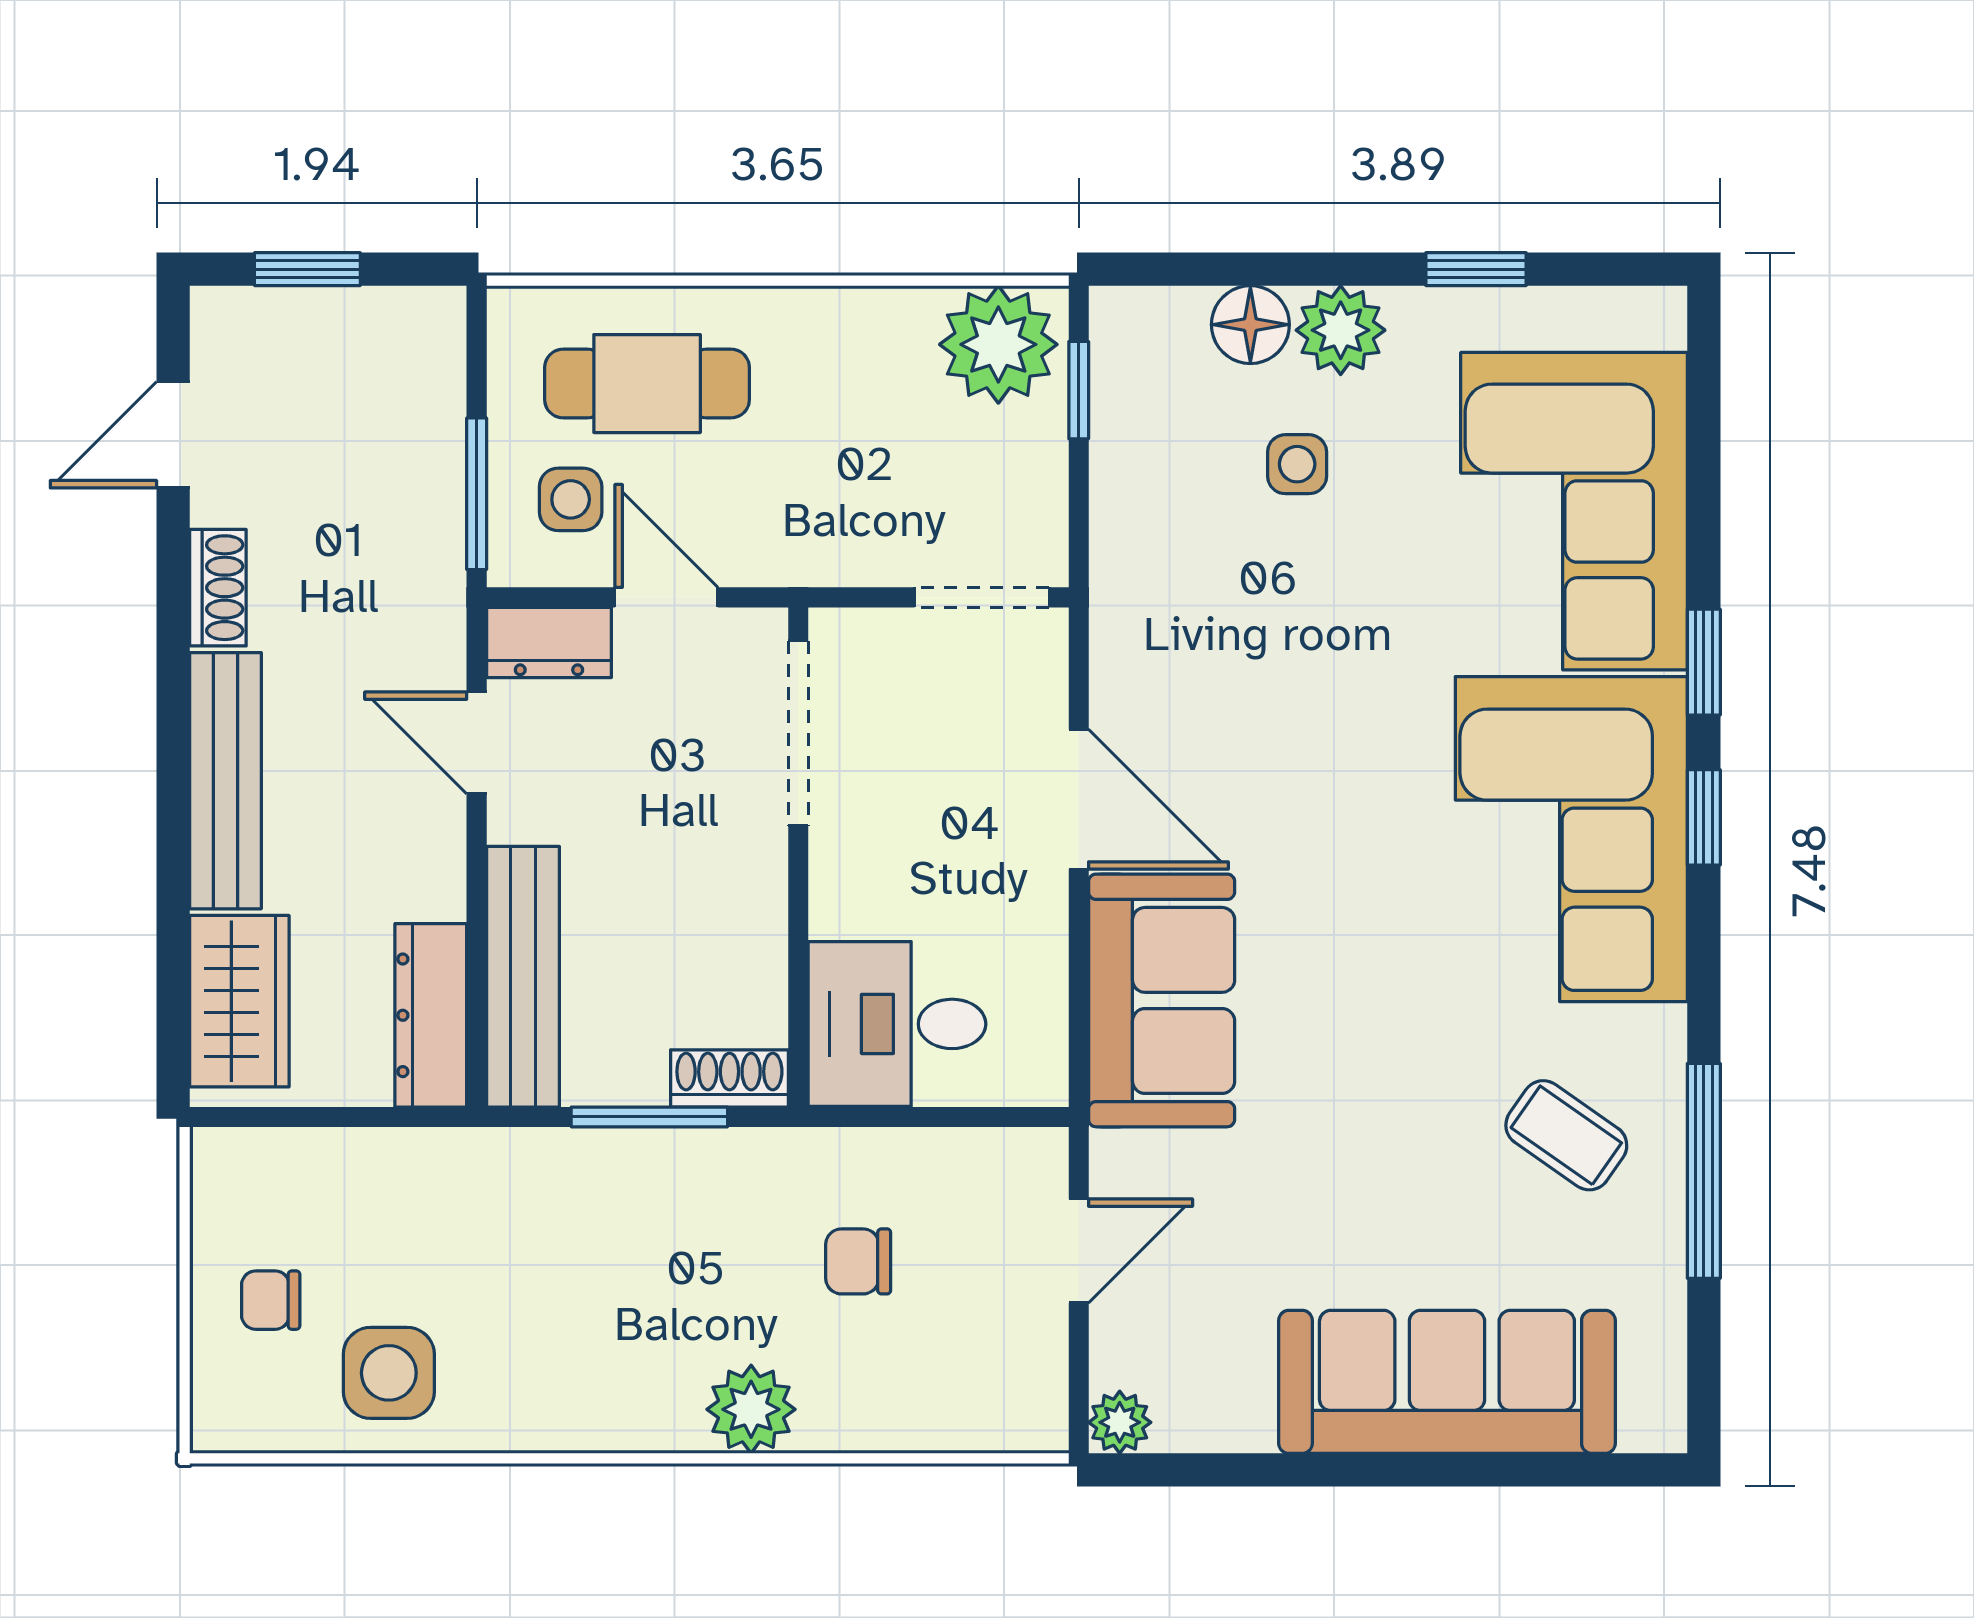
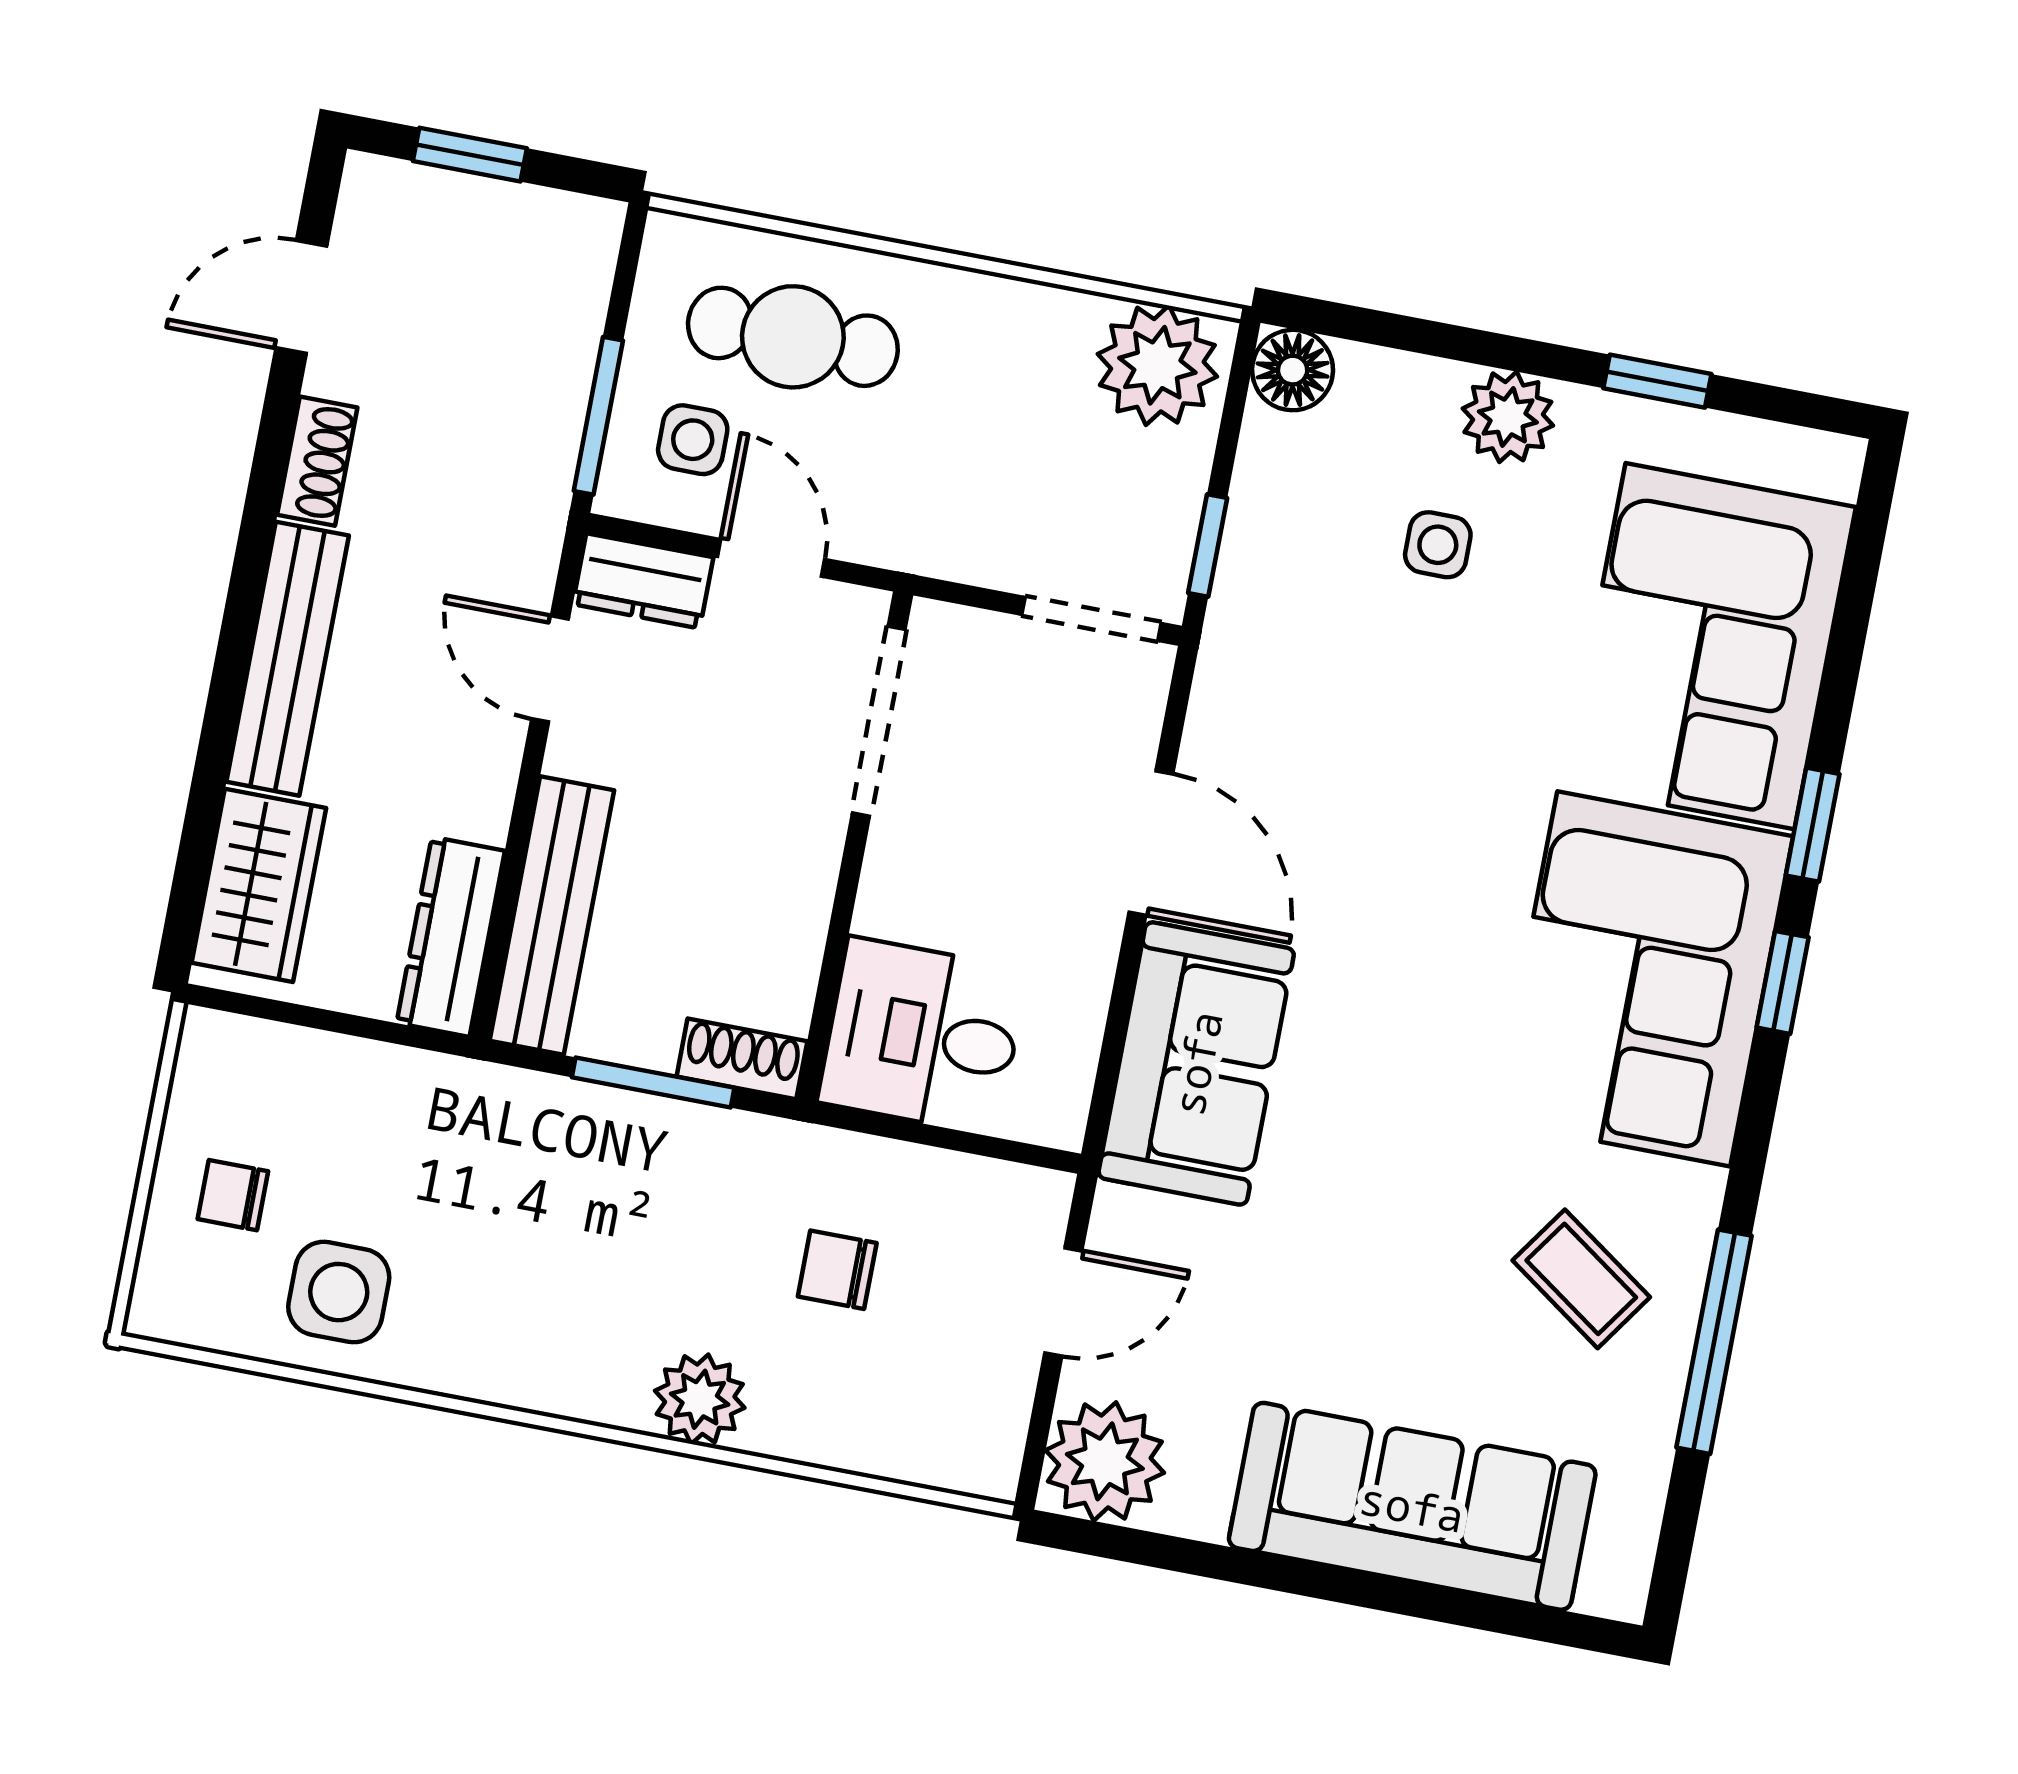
floor lamp: (1250, 325) -> (1293, 370), moved
window: (1079, 390) -> (1208, 545), moved
plant: (1120, 1422) -> (1105, 1461), width x1.88, depth x1.88

